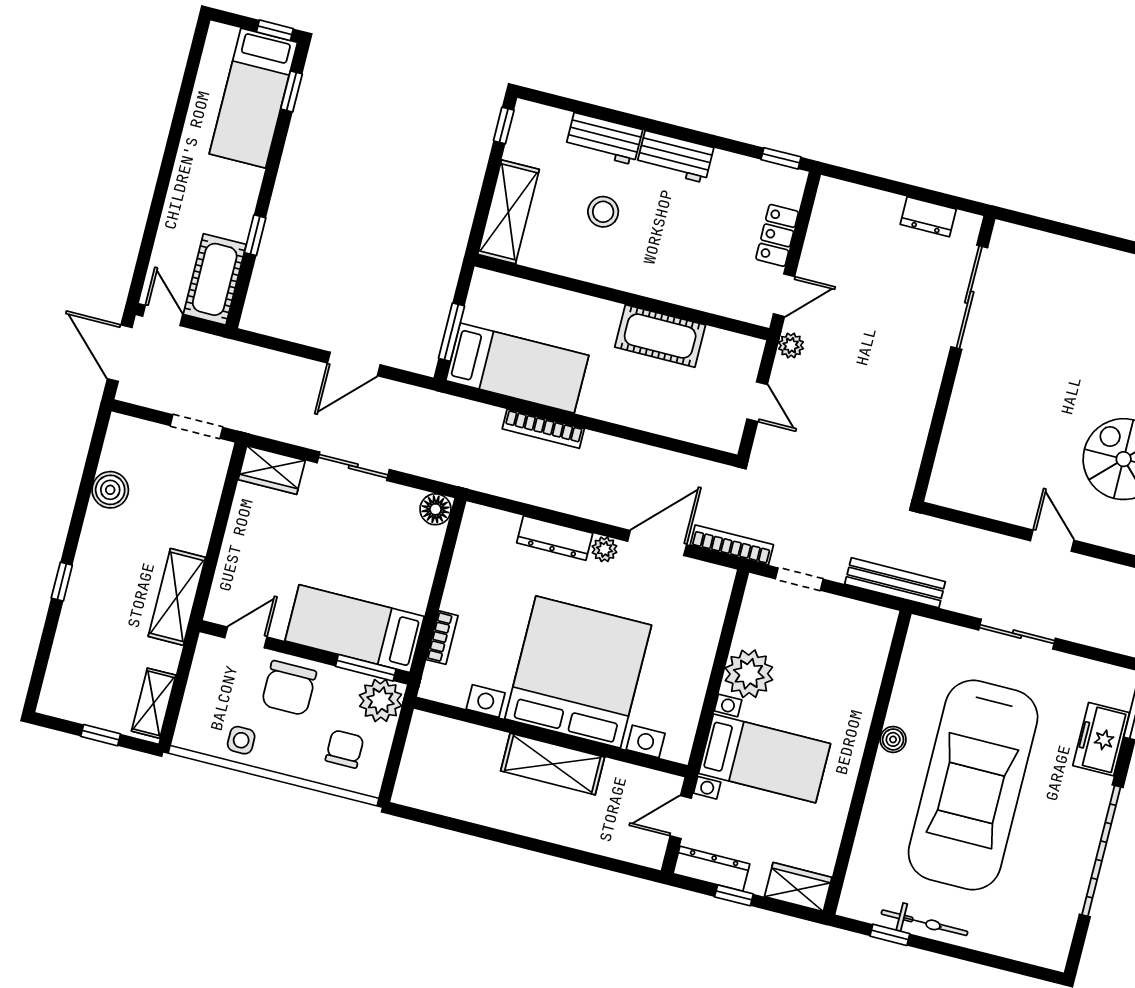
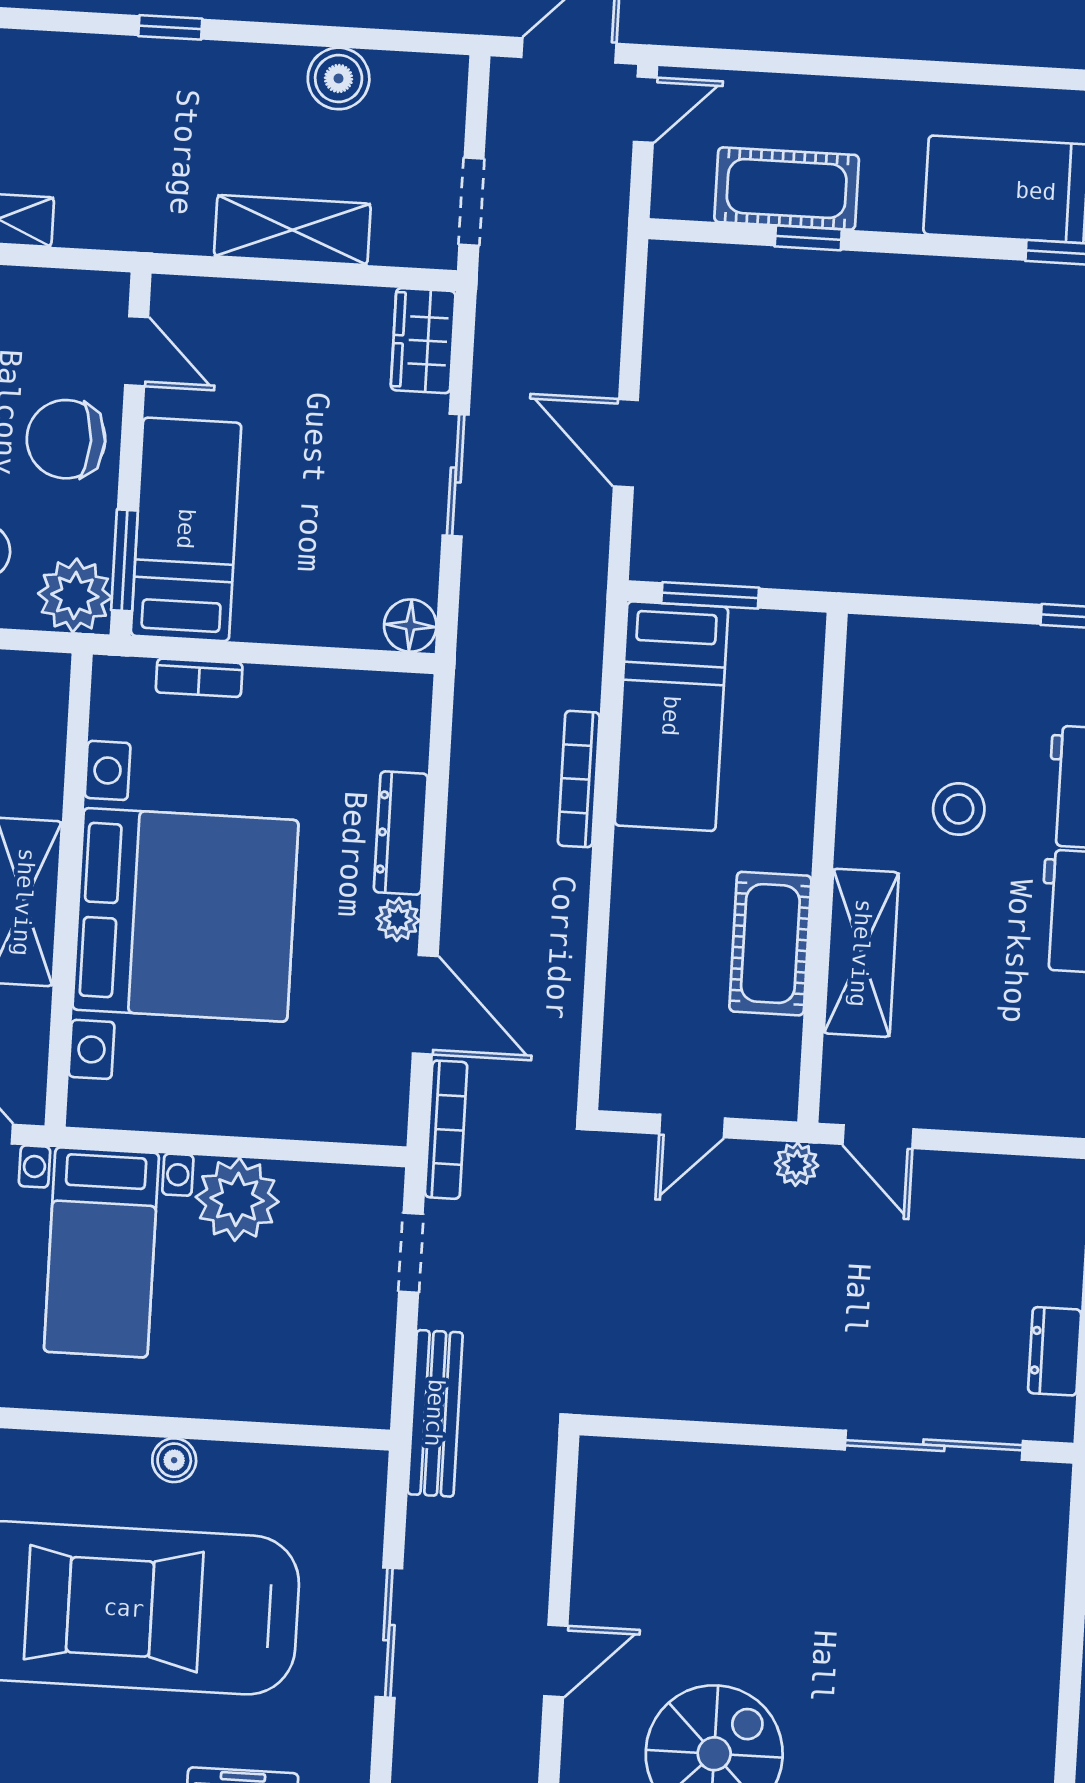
shelving: (508, 212) -> (861, 953), moved, turned 90
locker: (777, 235) -> (975, 1106), removed
cot: (215, 279) -> (787, 189), moved
shelving: (177, 597) -> (292, 230), moved

